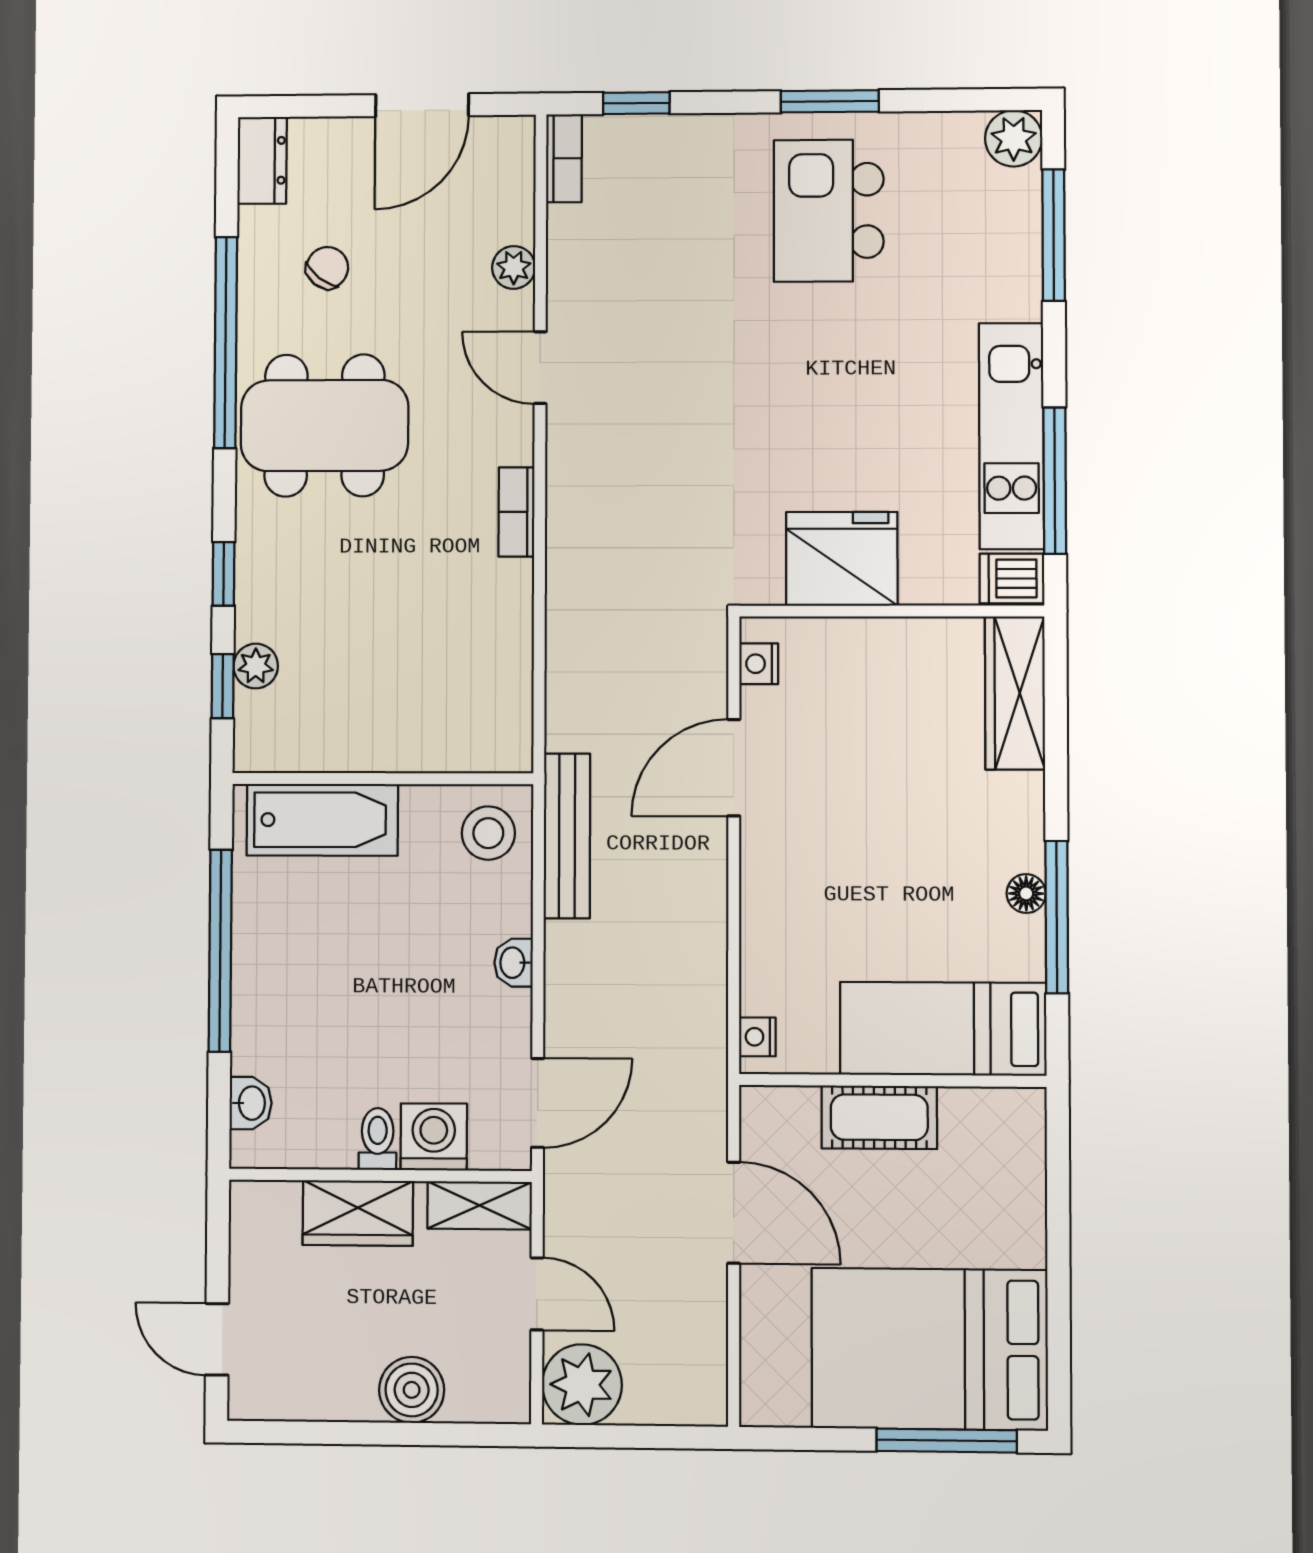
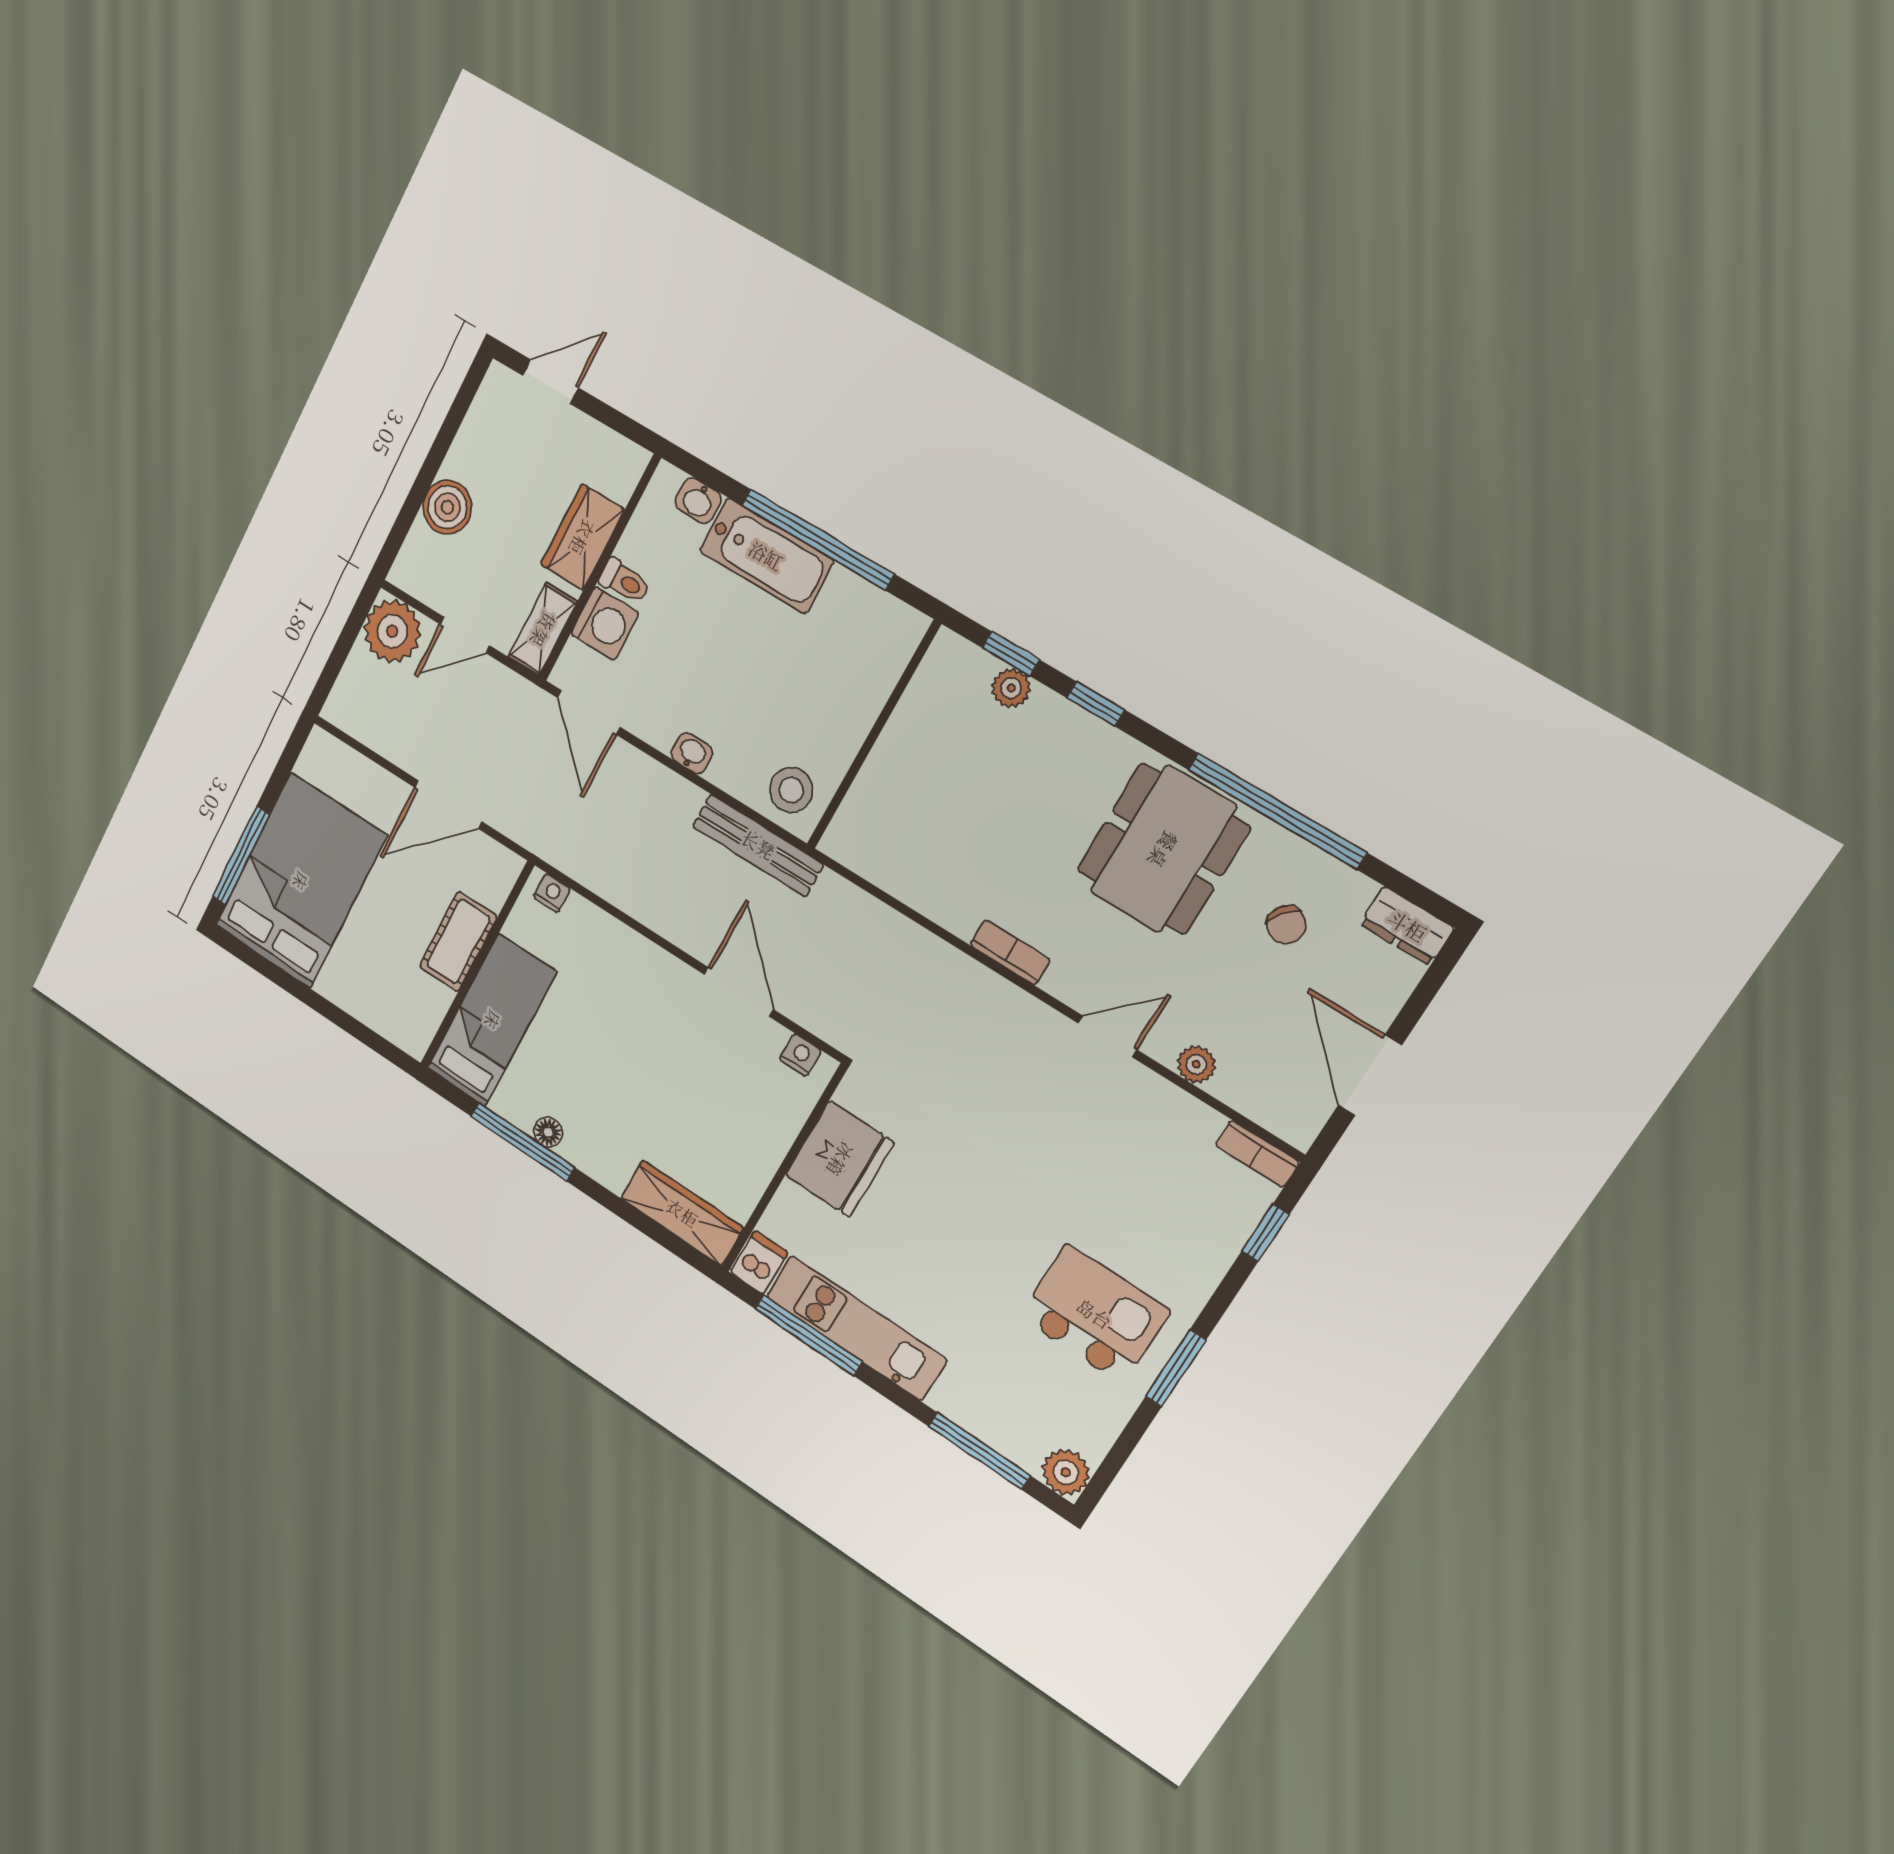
bathtub: (322, 820) -> (766, 556), moved, turned -90

